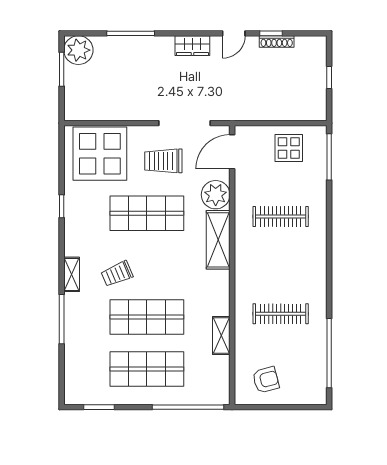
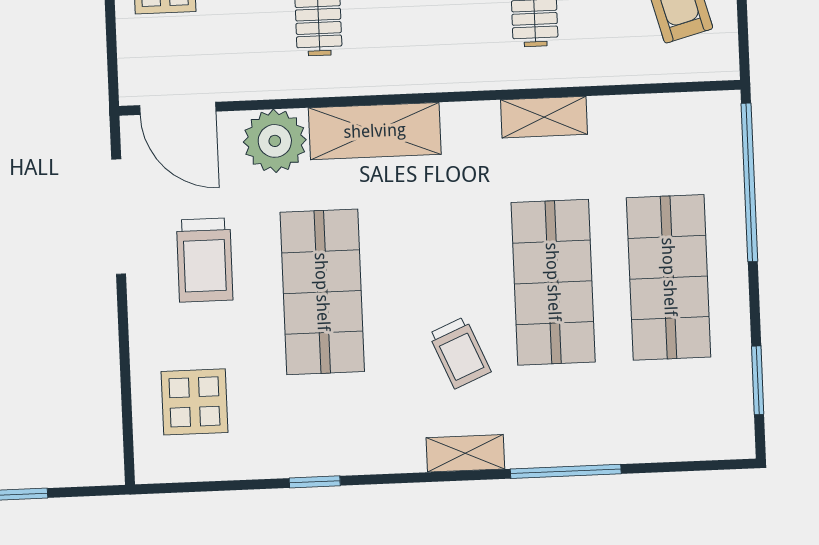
display table: (100, 154) -> (194, 402), width x0.54, depth x0.54
shelving: (221, 335) -> (544, 117), moved

